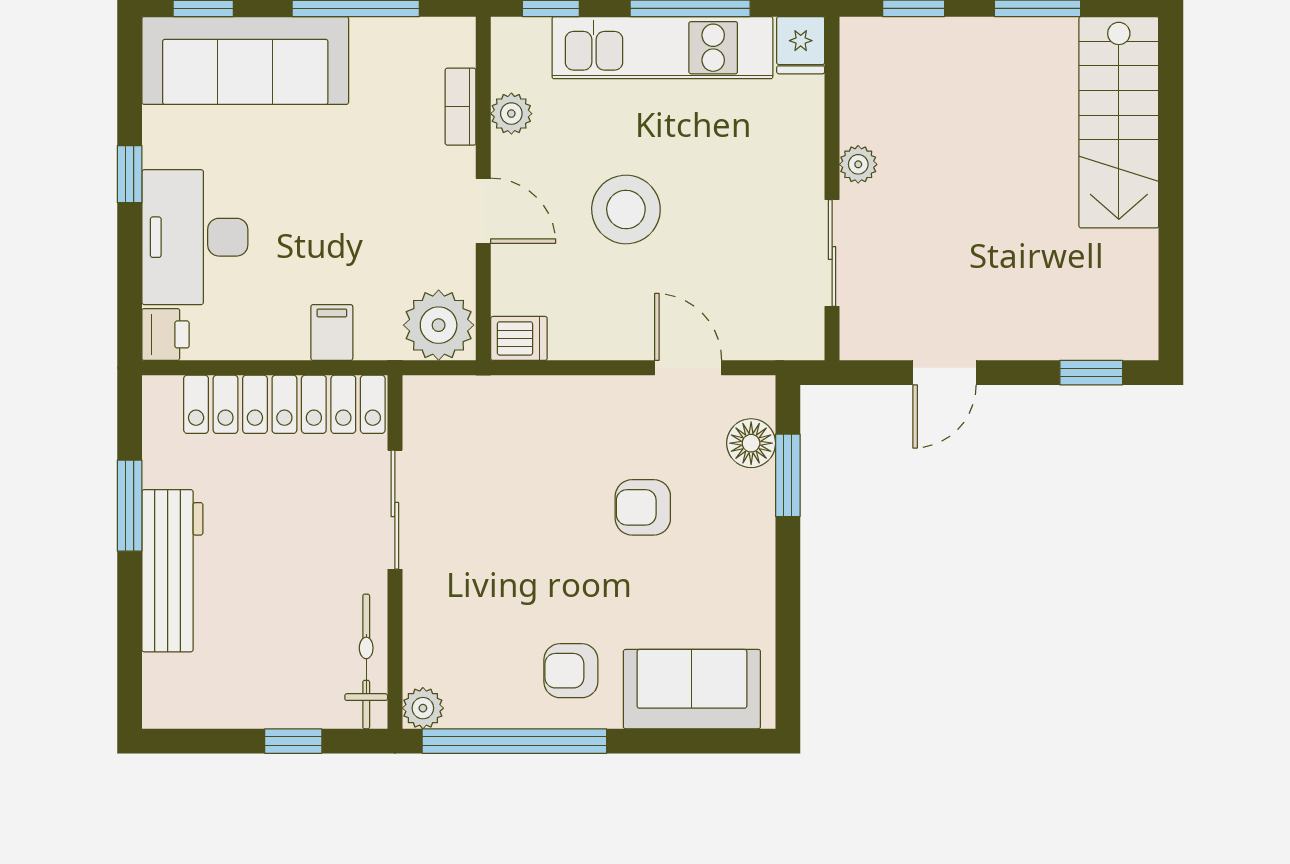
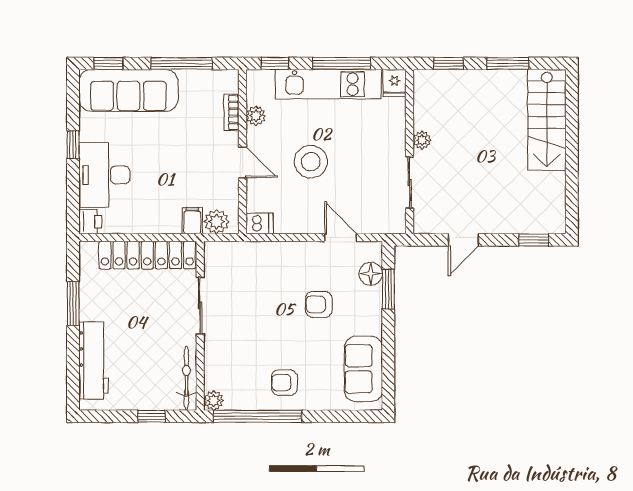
plant: (439, 325) -> (217, 222), width x0.73, depth x0.73
filing cabinet: (332, 332) -> (192, 221), moved
workbench: (172, 571) -> (94, 361), moved
sofa: (692, 689) -> (363, 369), moved, turned -90

